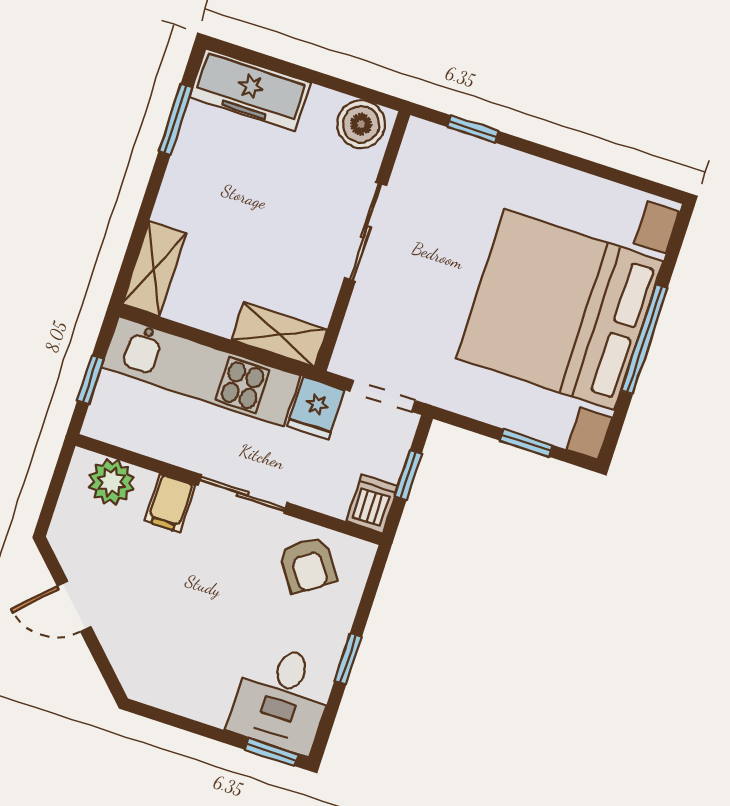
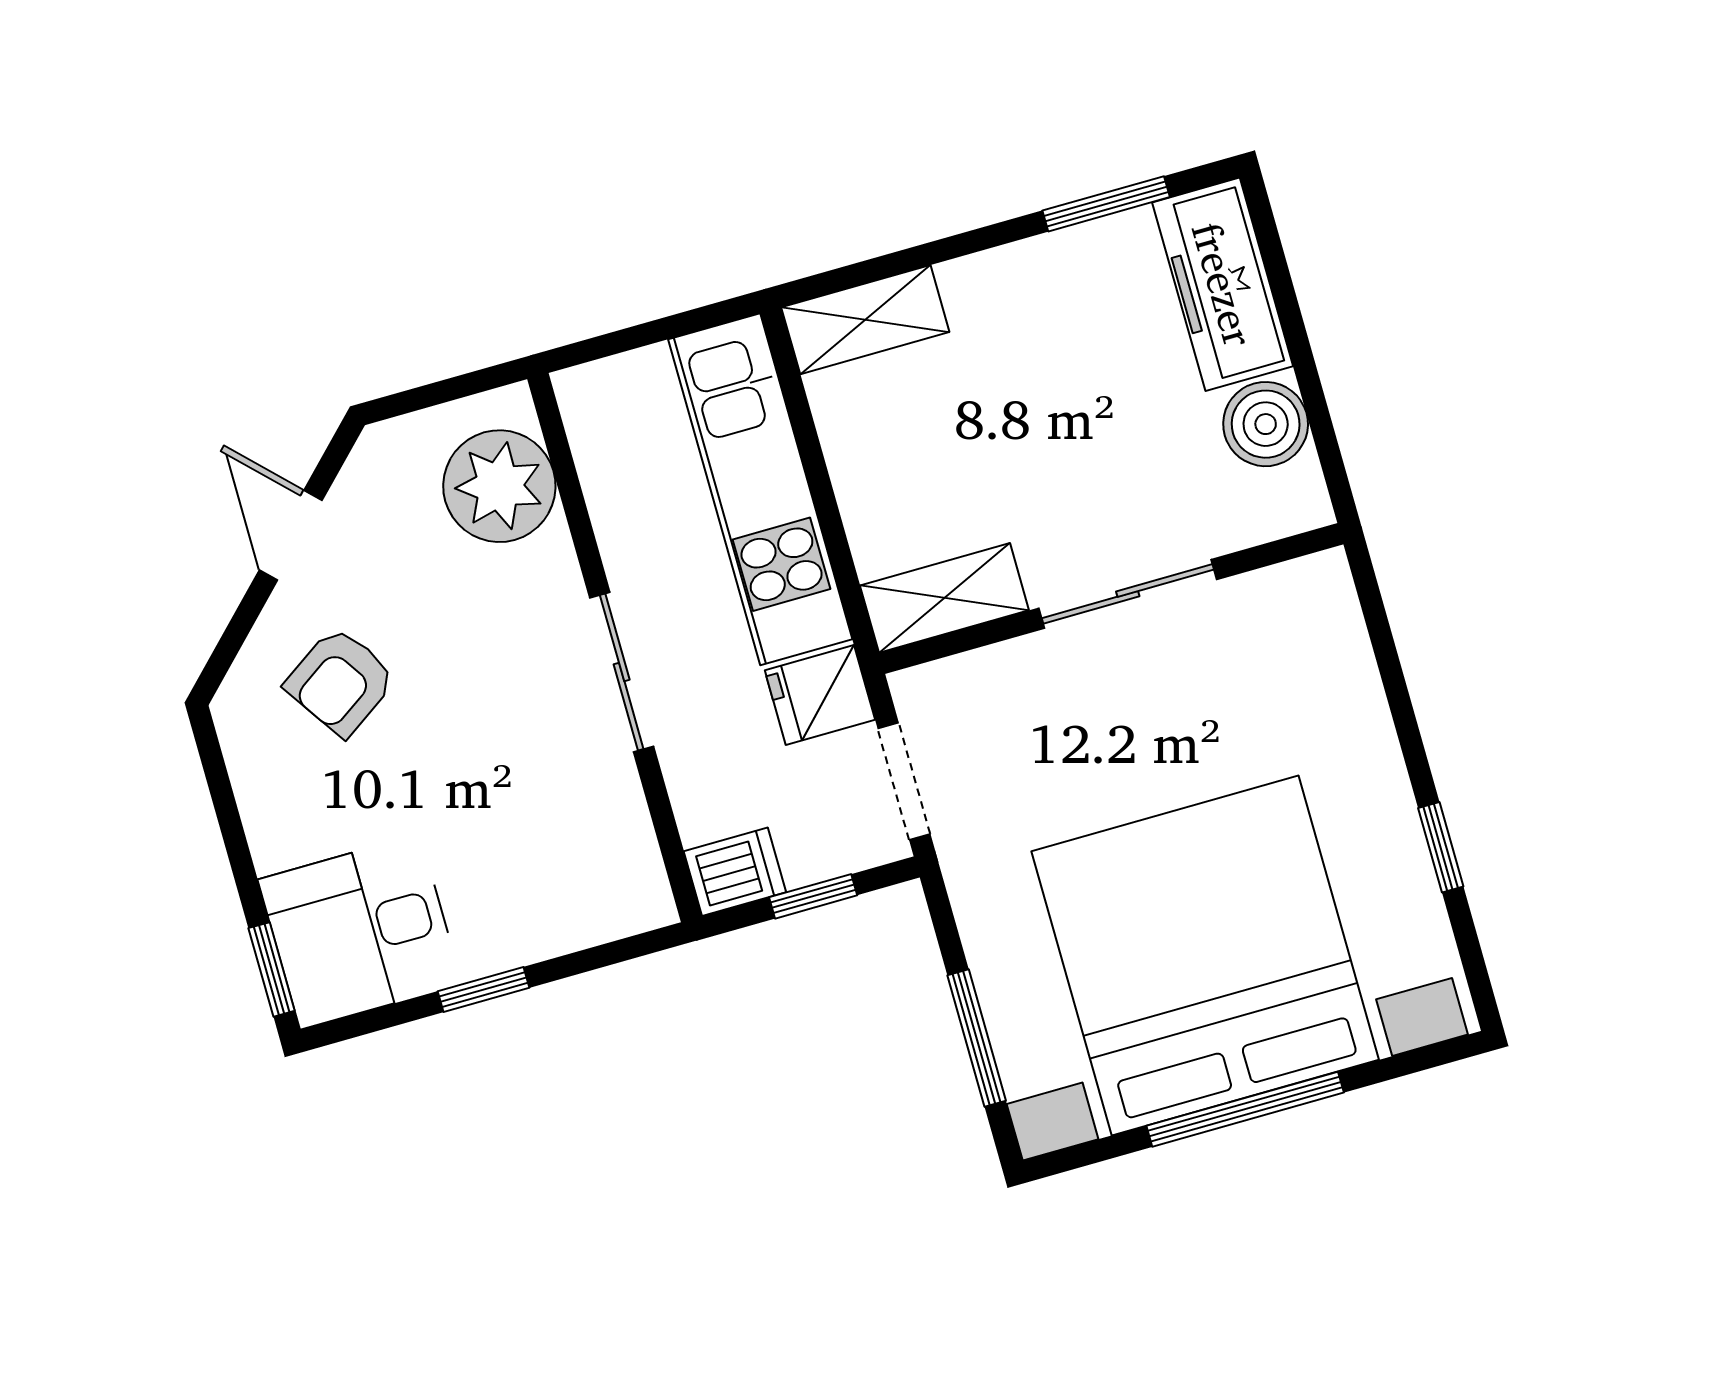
boiler: (361, 124) -> (1266, 424), moved
window: (473, 129) -> (1441, 847), moved
shelving: (279, 335) -> (944, 598), moved, turned 90
window: (91, 379) -> (640, 336), removed
window: (526, 443) -> (977, 1038), width x1.50
plant: (111, 482) -> (499, 486), width x1.36, depth x1.36
filing cabinet: (170, 503) -> (537, 574), removed
armchair: (308, 565) -> (341, 681), moved

